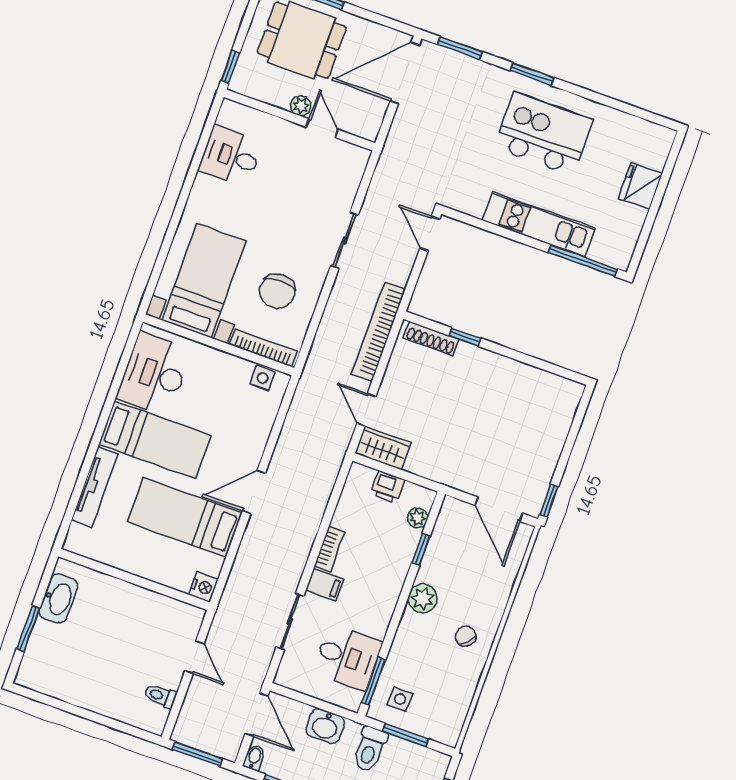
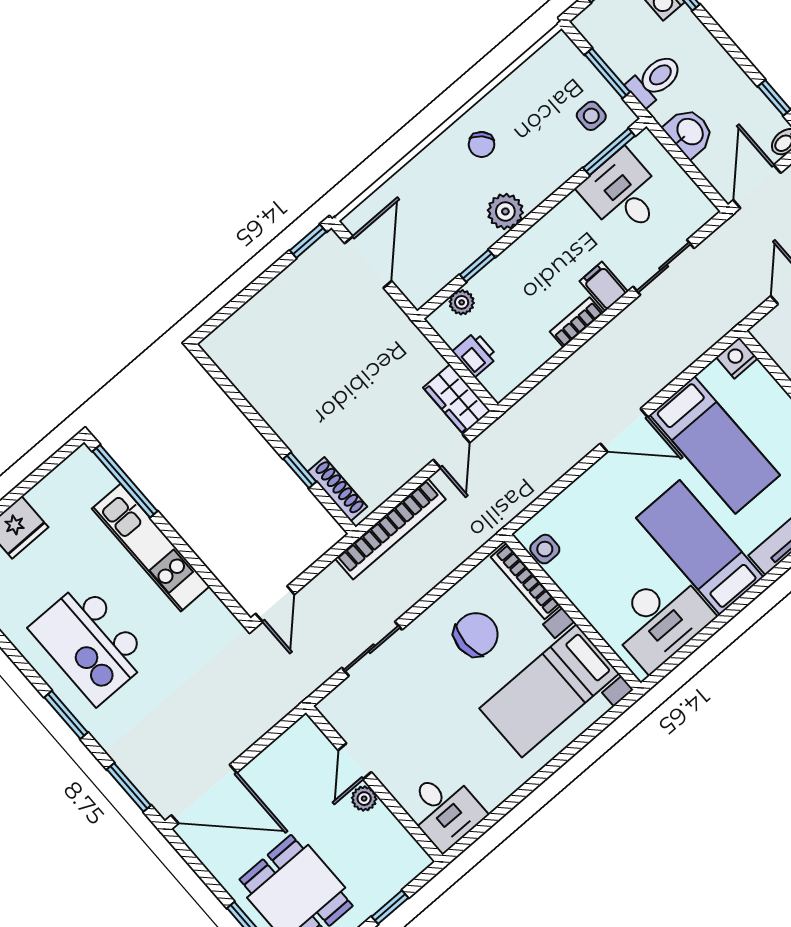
plant: (301, 106) -> (364, 799), moved
wall: (299, 120) -> (374, 784), moved
door: (322, 128) -> (355, 761), moved

